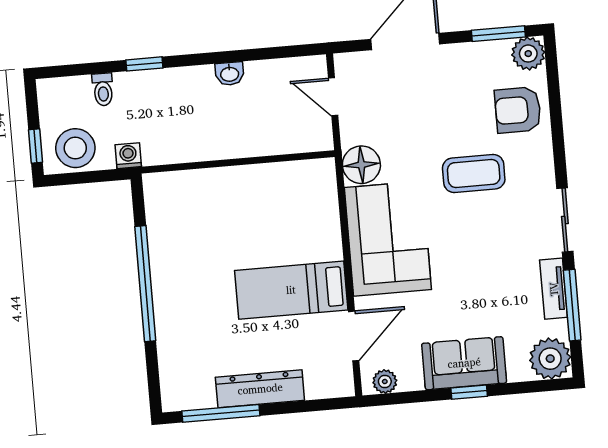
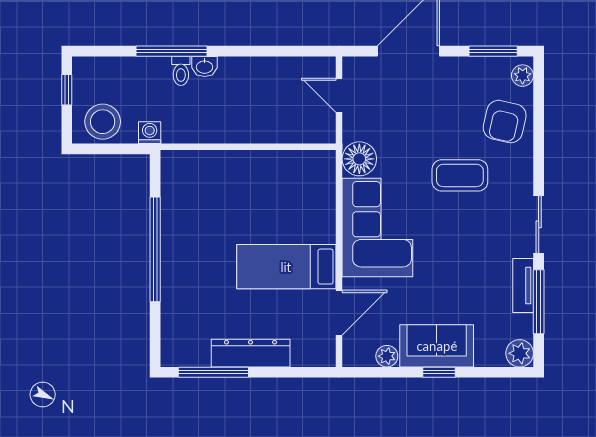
plant: (528, 54) -> (523, 76), width x0.73, depth x0.73
window: (144, 64) -> (171, 51), width x2.17
washbasin: (230, 74) -> (205, 66), moved
toilet: (103, 89) -> (181, 71), moved
armchair: (518, 110) -> (505, 122), turned -77
window: (35, 146) -> (67, 90), moved
plant: (550, 359) -> (520, 353), width x0.73, depth x0.73
plant: (385, 382) -> (387, 356), moved

